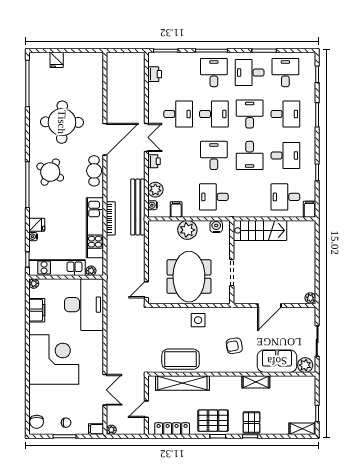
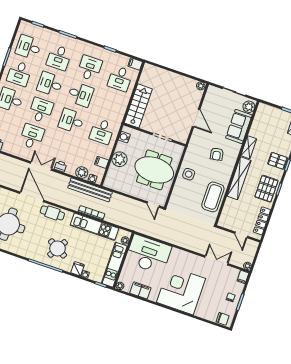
desk: (285, 114) -> (59, 58), turned 180
round table: (50, 172) -> (58, 248), moved
shelving: (182, 383) -> (239, 178), moved

